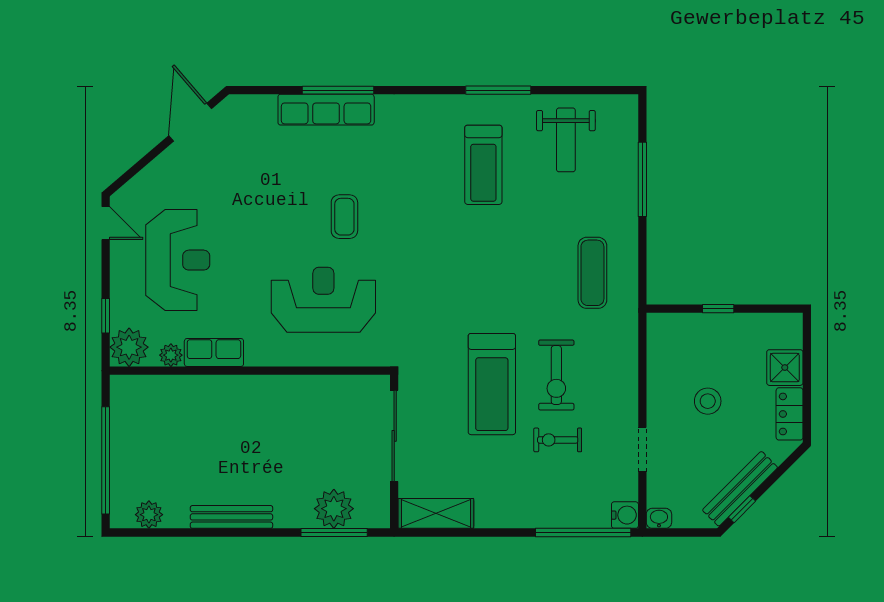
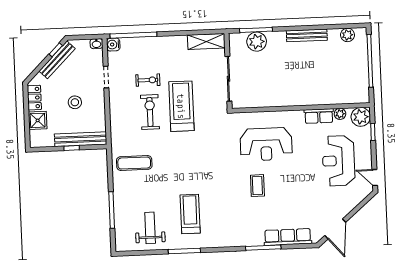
row of seats: (326, 110) -> (288, 237), moved
exercise mat: (592, 273) -> (134, 163), turned 90
bench: (699, 326) -> (81, 139), added

